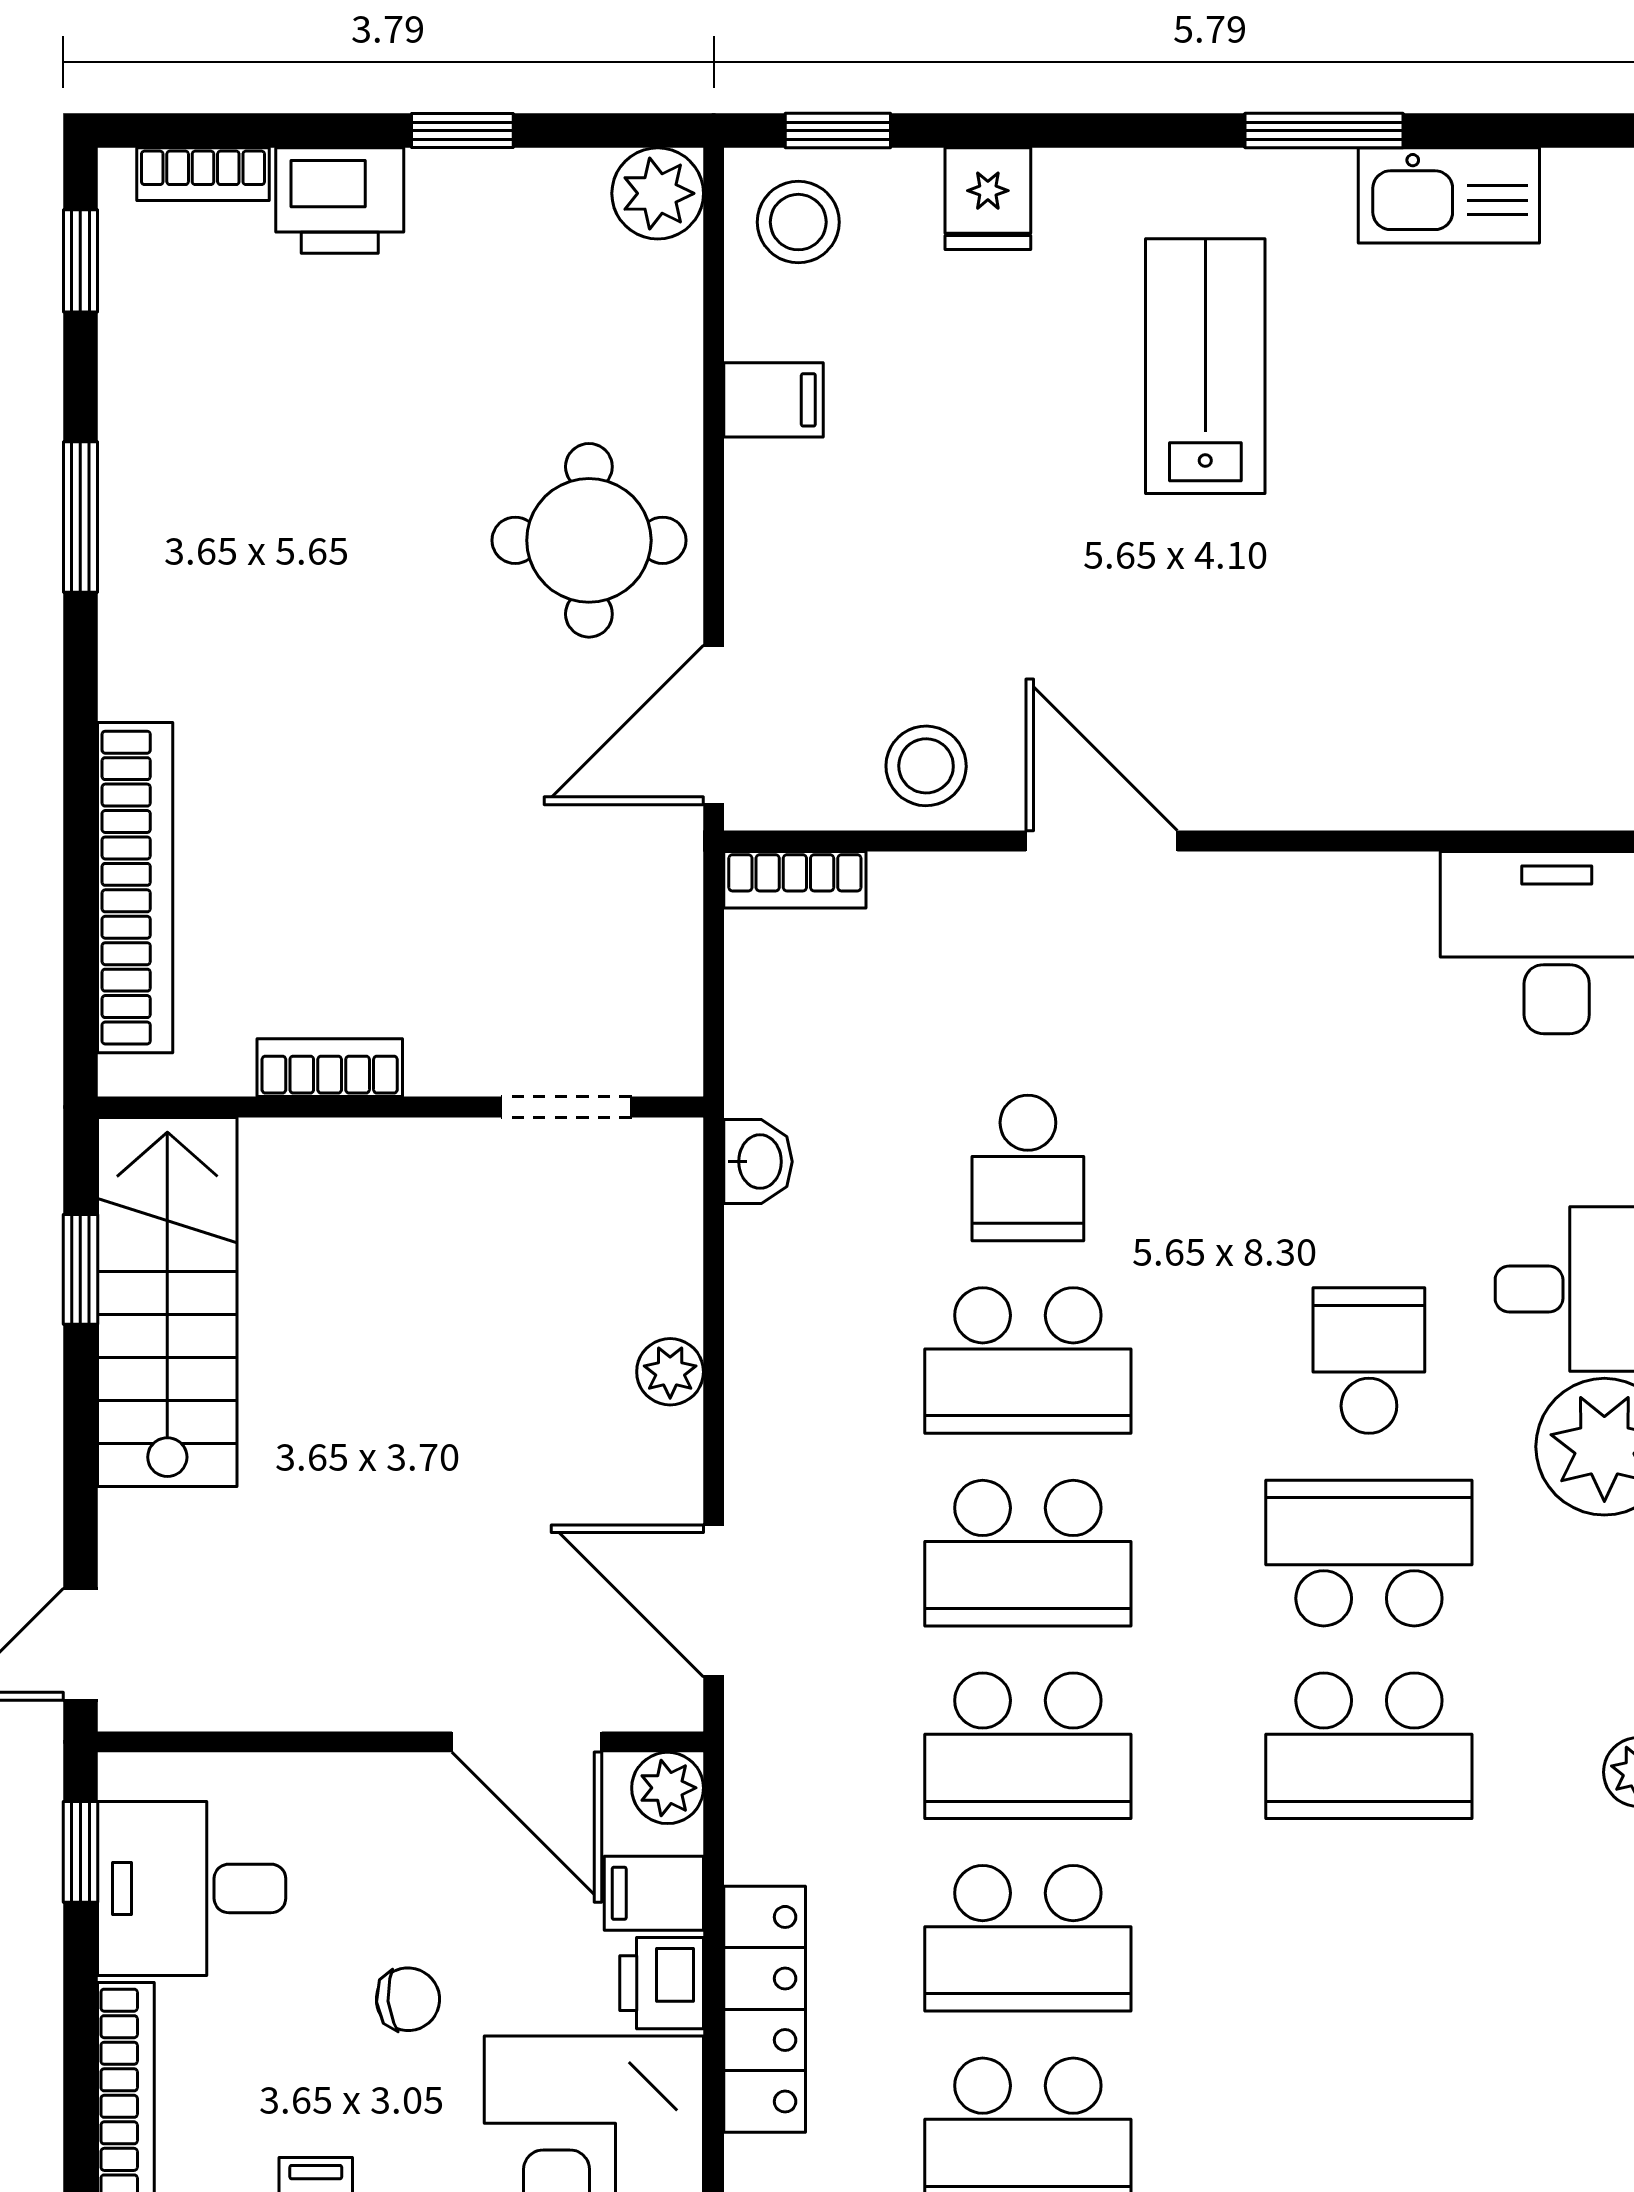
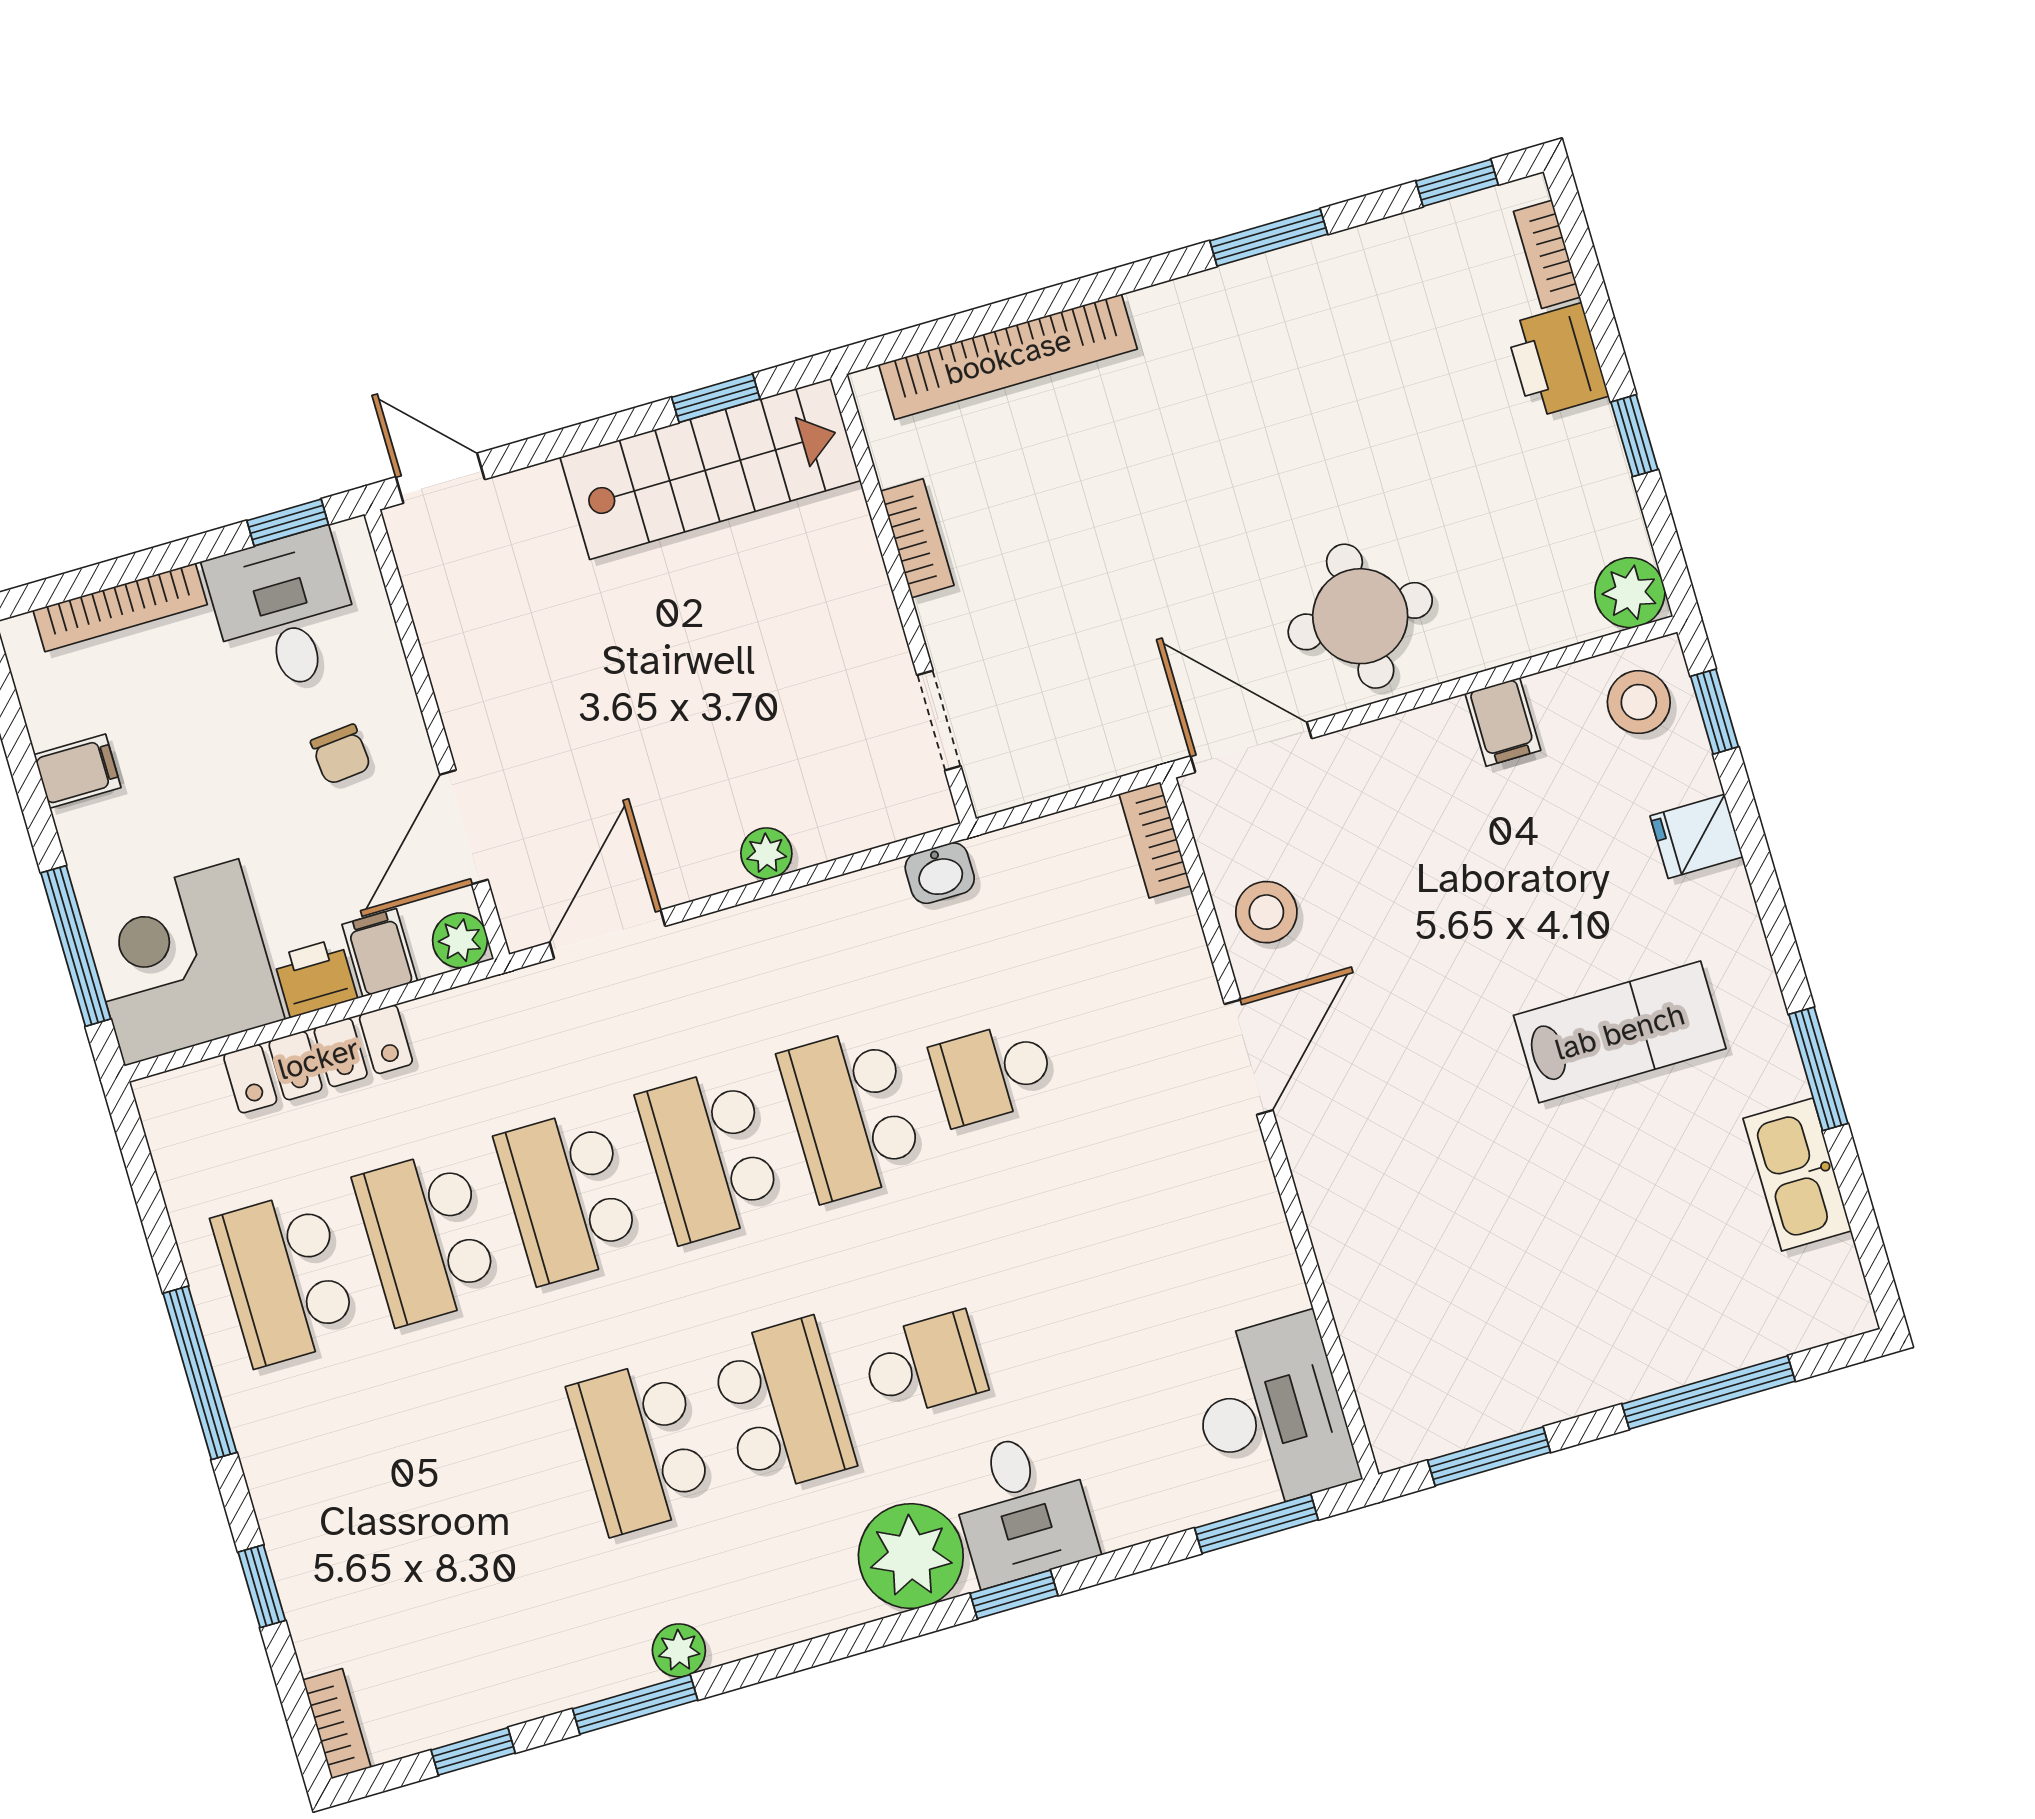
chair: (408, 1999) -> (341, 754), moved

